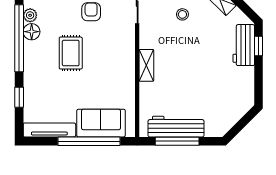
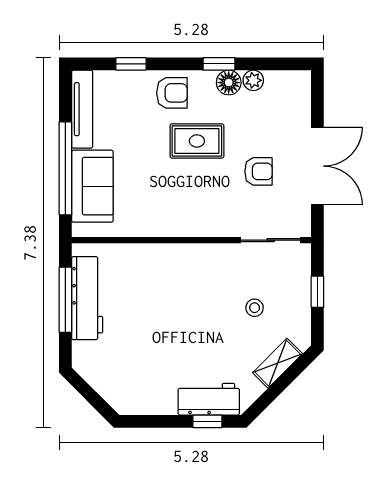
window: (19, 38) -> (219, 64), width x0.32
shelving: (146, 65) -> (179, 254), removed
armchair: (38, 70) -> (172, 93), added

